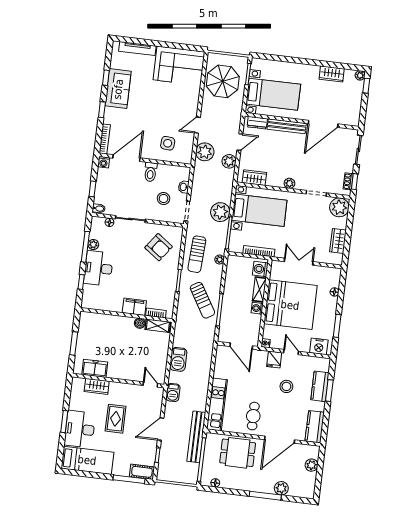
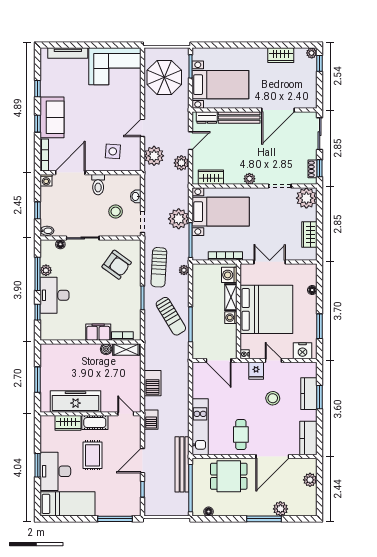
sofa: (118, 89) -> (52, 117), moved
freezer: (95, 368) -> (76, 402), width x1.91, depth x1.26
cot: (142, 472) -> (95, 423), moved

